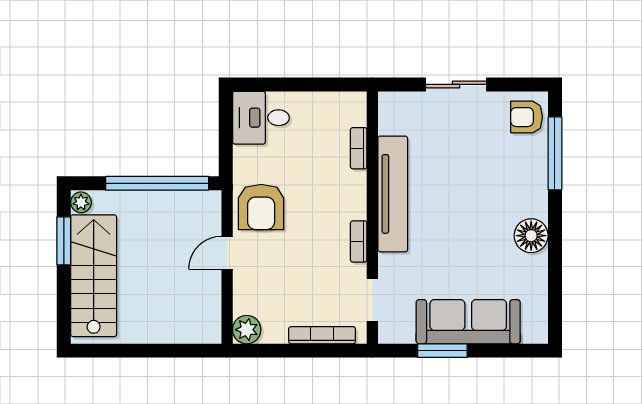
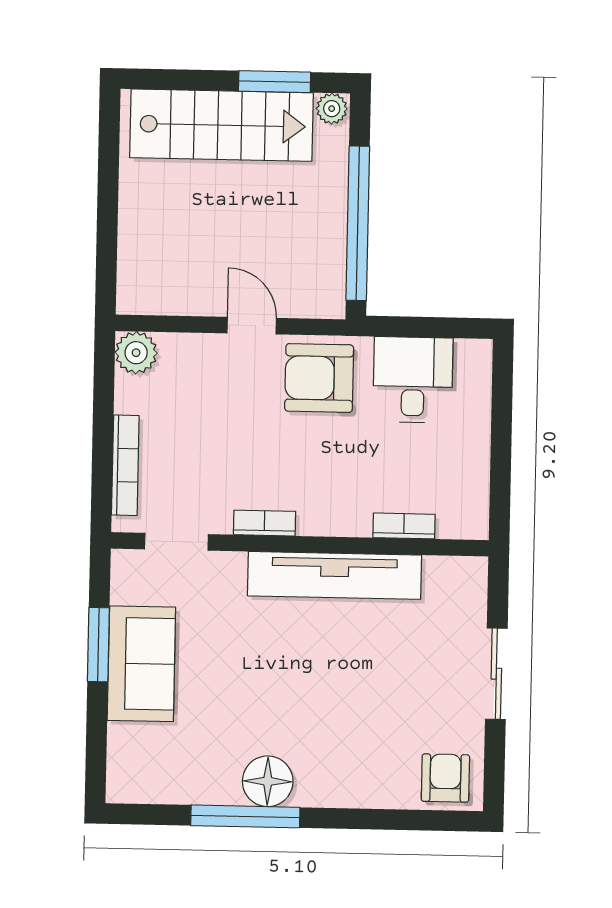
desk: (261, 118) -> (413, 380), moved
window: (555, 153) -> (245, 816), moved
sofa: (468, 322) -> (141, 664), width x0.73

